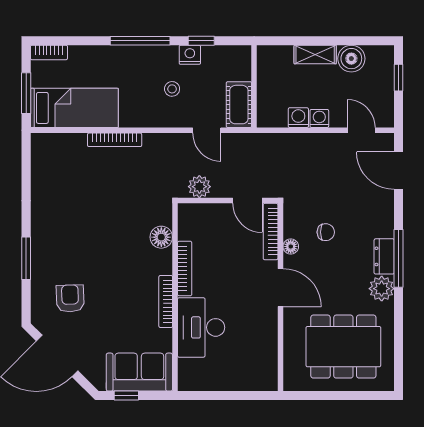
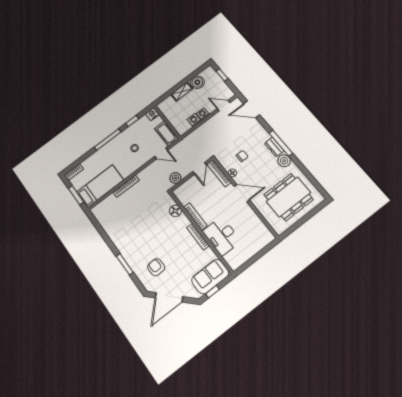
nightstand: (190, 55) -> (152, 114), moved
door: (247, 201) -> (200, 168), hinge flipped

